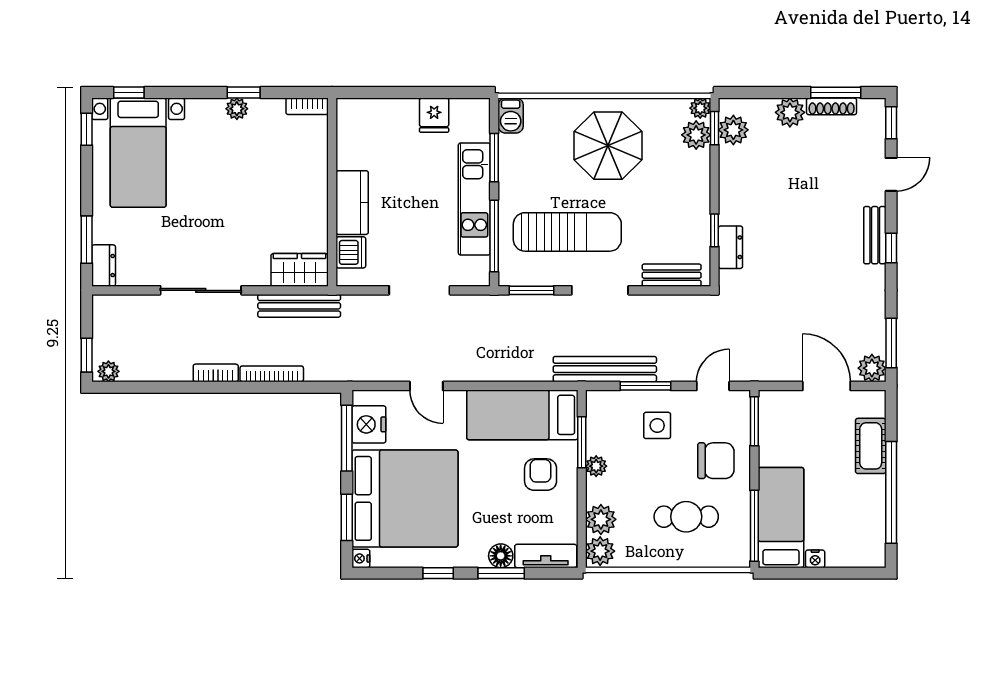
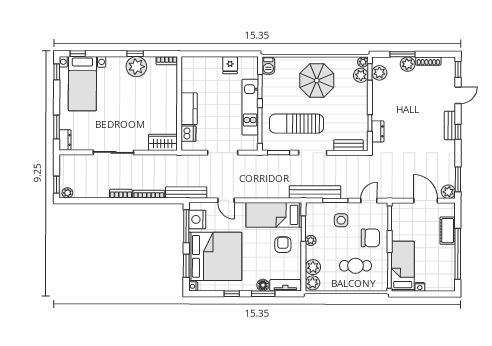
window: (836, 93) -> (403, 54), moved
plant: (237, 109) -> (136, 67), width x1.88, depth x1.88
sun lounger: (567, 232) -> (296, 124), turned 180
bench: (299, 306) -> (186, 192), moved

